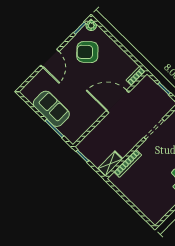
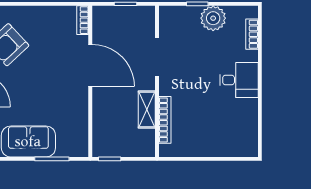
door: (118, 101) -> (90, 65), swing flipped
shelving: (110, 164) -> (147, 110), moved

